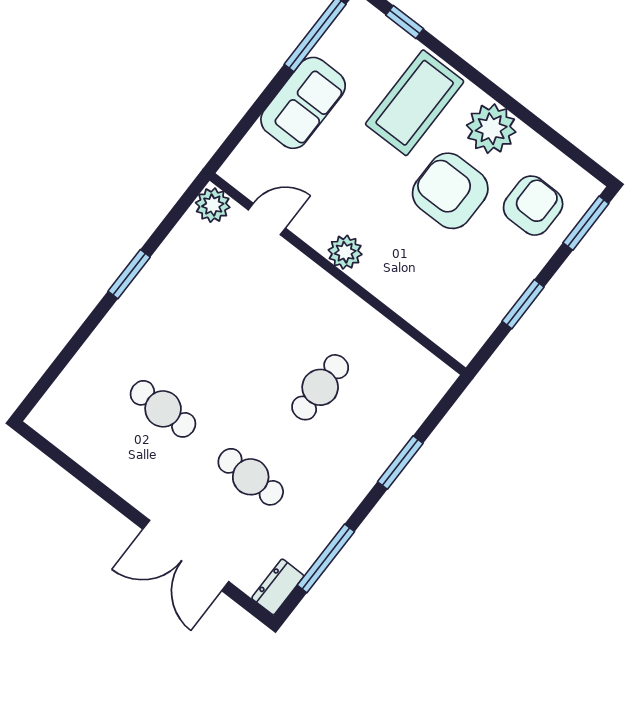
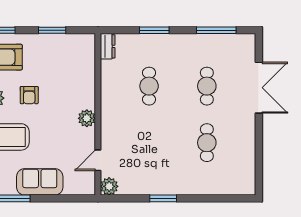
armchair: (450, 191) -> (29, 95), width x0.53, depth x0.53
door: (267, 219) -> (98, 160), hinge flipped
cafe table: (320, 387) -> (149, 86), turned 90
dresser: (278, 587) -> (108, 46), moved, turned -90

